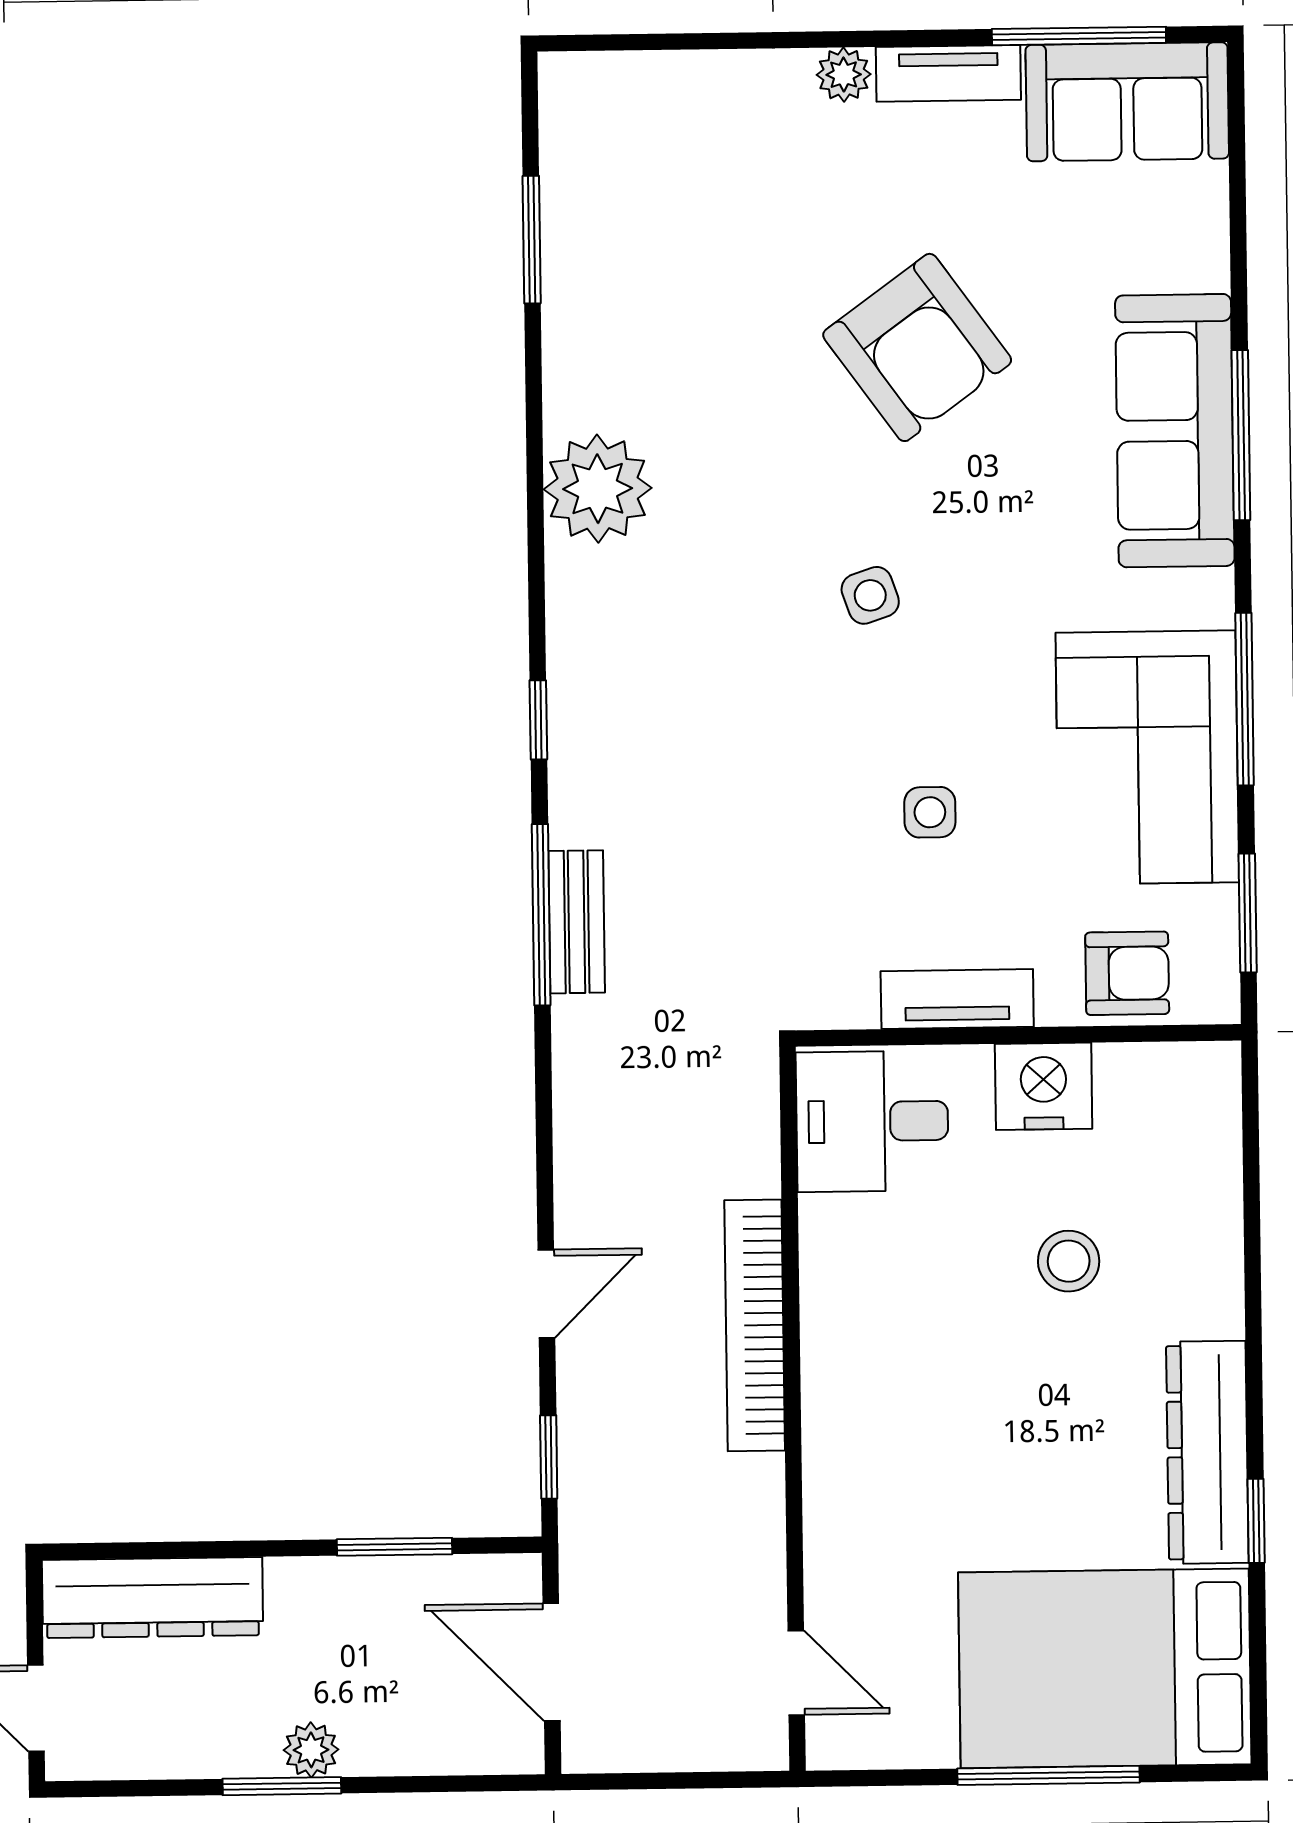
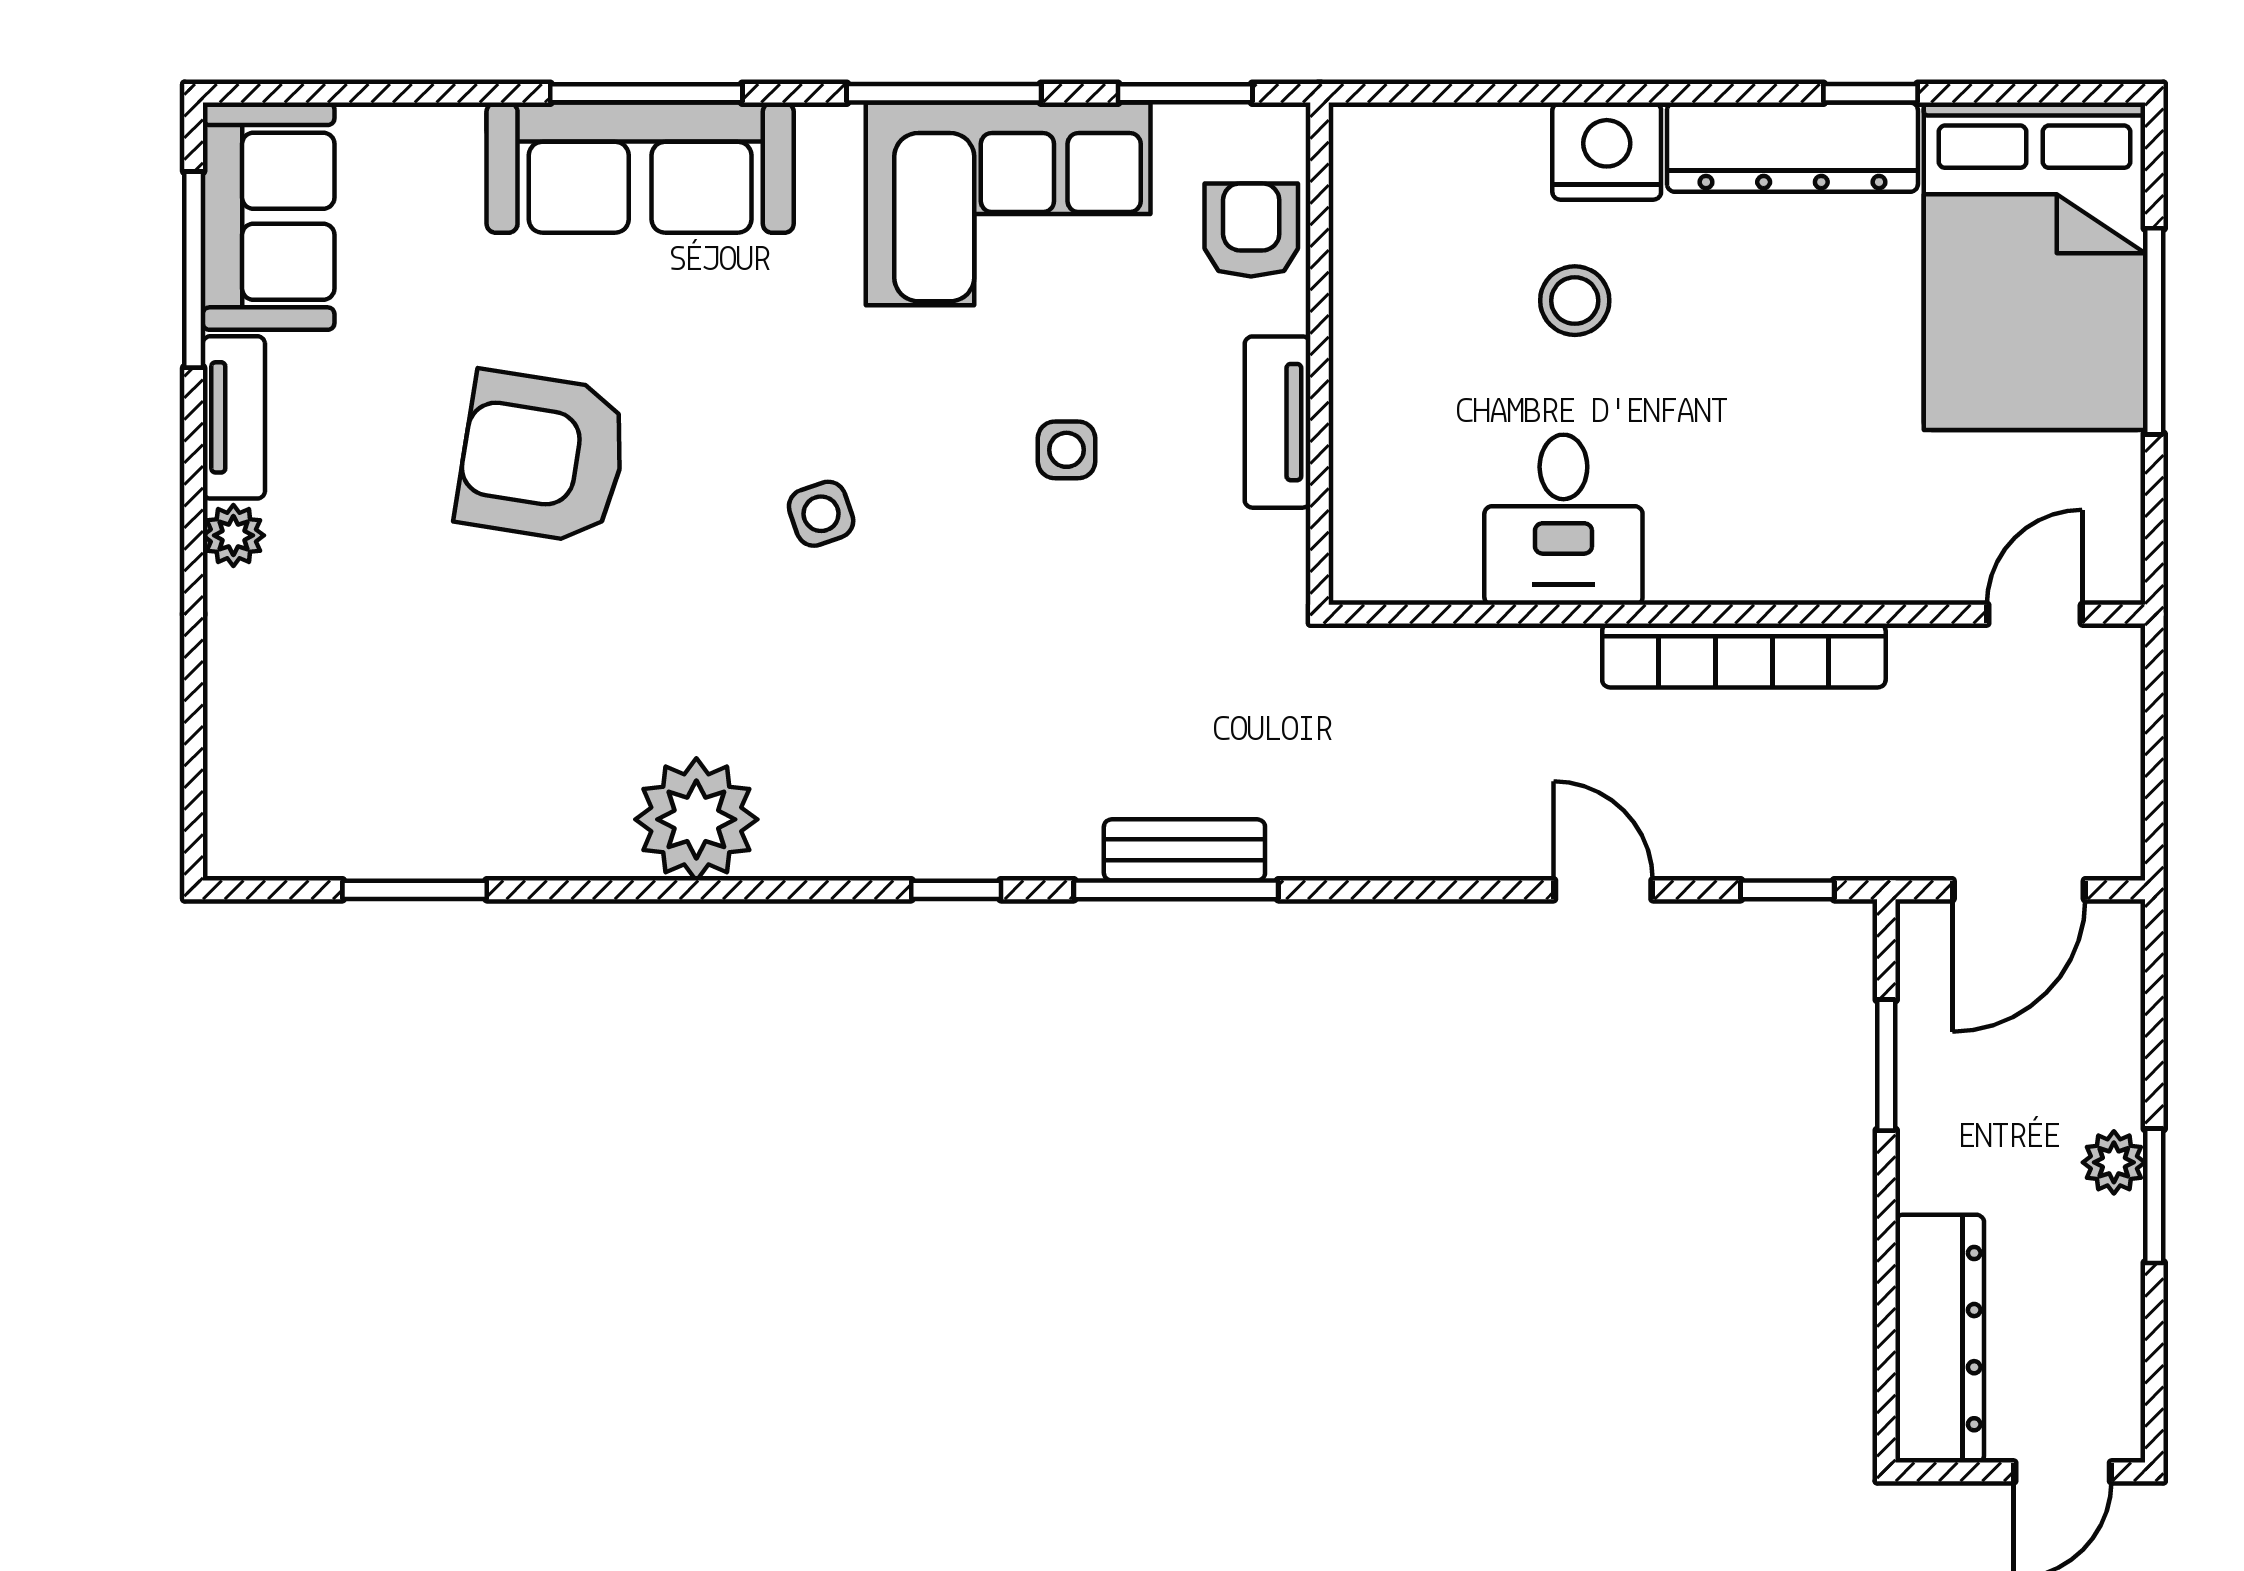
armchair: (917, 347) -> (542, 457), turned -135
nightstand: (1044, 1086) -> (1607, 151), moved, turned 90
desk: (872, 1121) -> (1563, 520), moved
bookcase: (755, 1325) -> (1744, 655), moved

